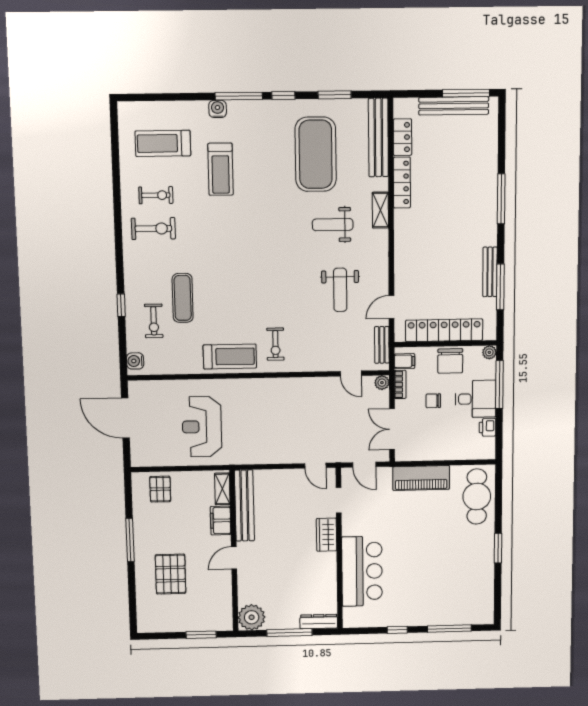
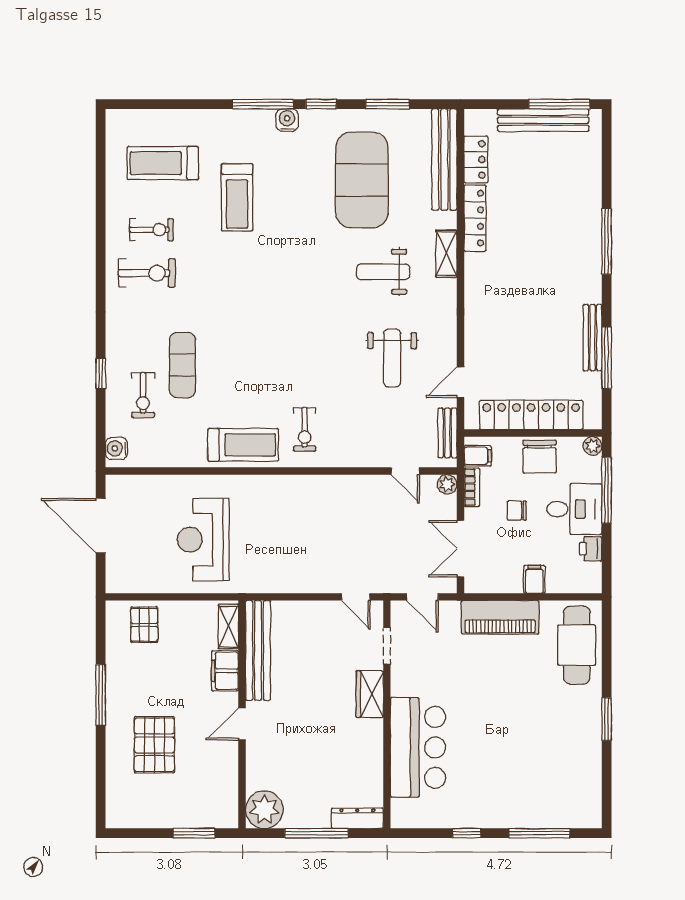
water cooler: (218, 109) -> (287, 120), moved
filing cabinet: (446, 450) -> (534, 579), added

